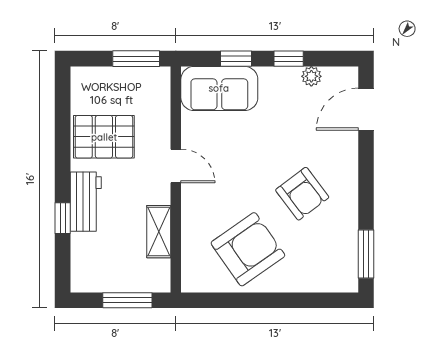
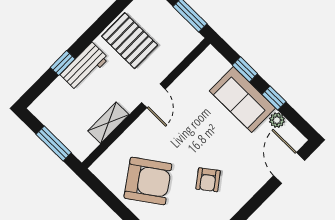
sofa: (219, 88) -> (242, 99), moved
door: (366, 109) -> (289, 168), hinge flipped
armchair: (302, 194) -> (208, 180), width x0.72, depth x0.72

